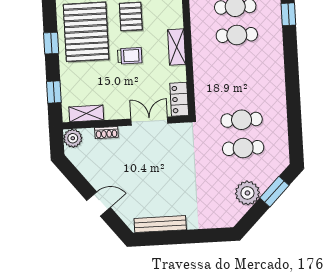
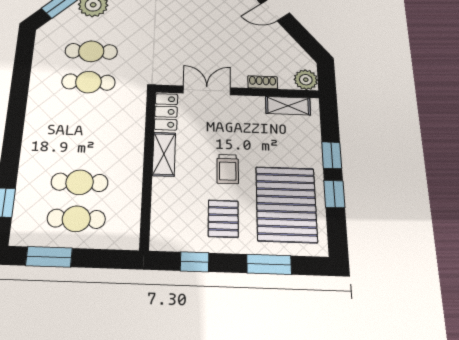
shelving: (177, 47) -> (164, 154), moved
trolley: (130, 56) -> (228, 169), turned -90
window: (54, 92) -> (332, 155), moved
double door: (149, 121) -> (207, 90), swing flipped

